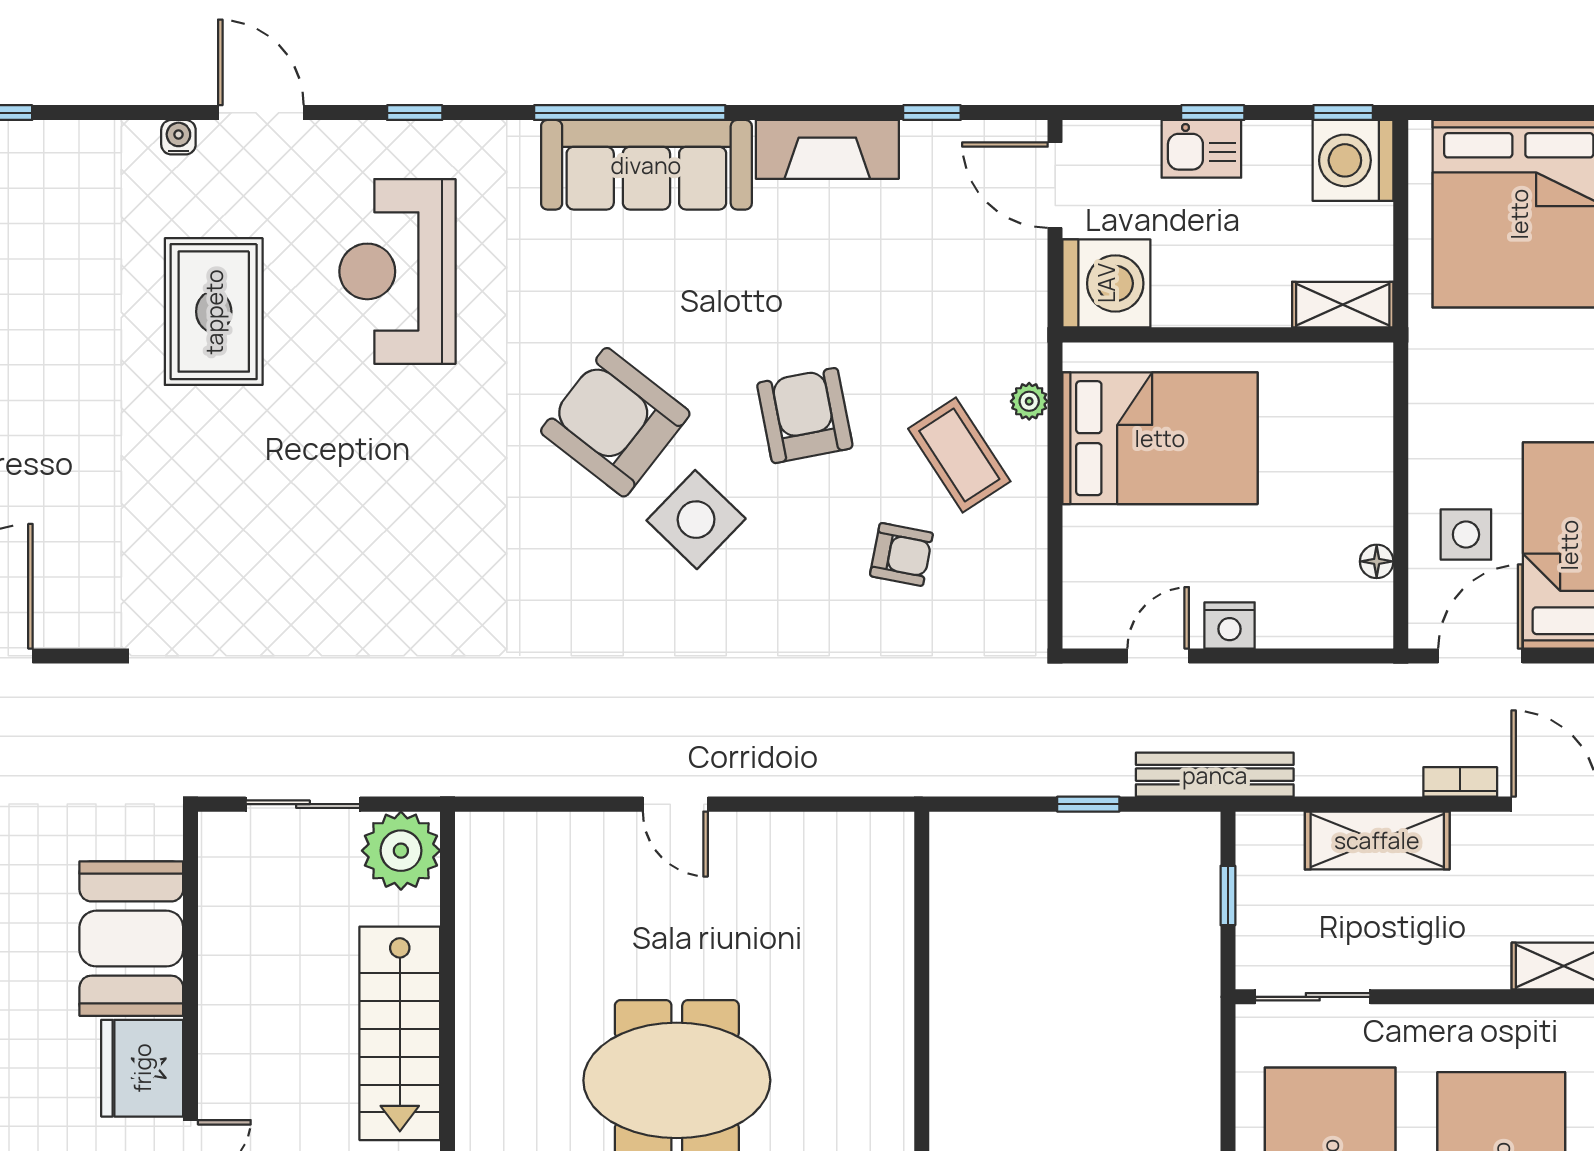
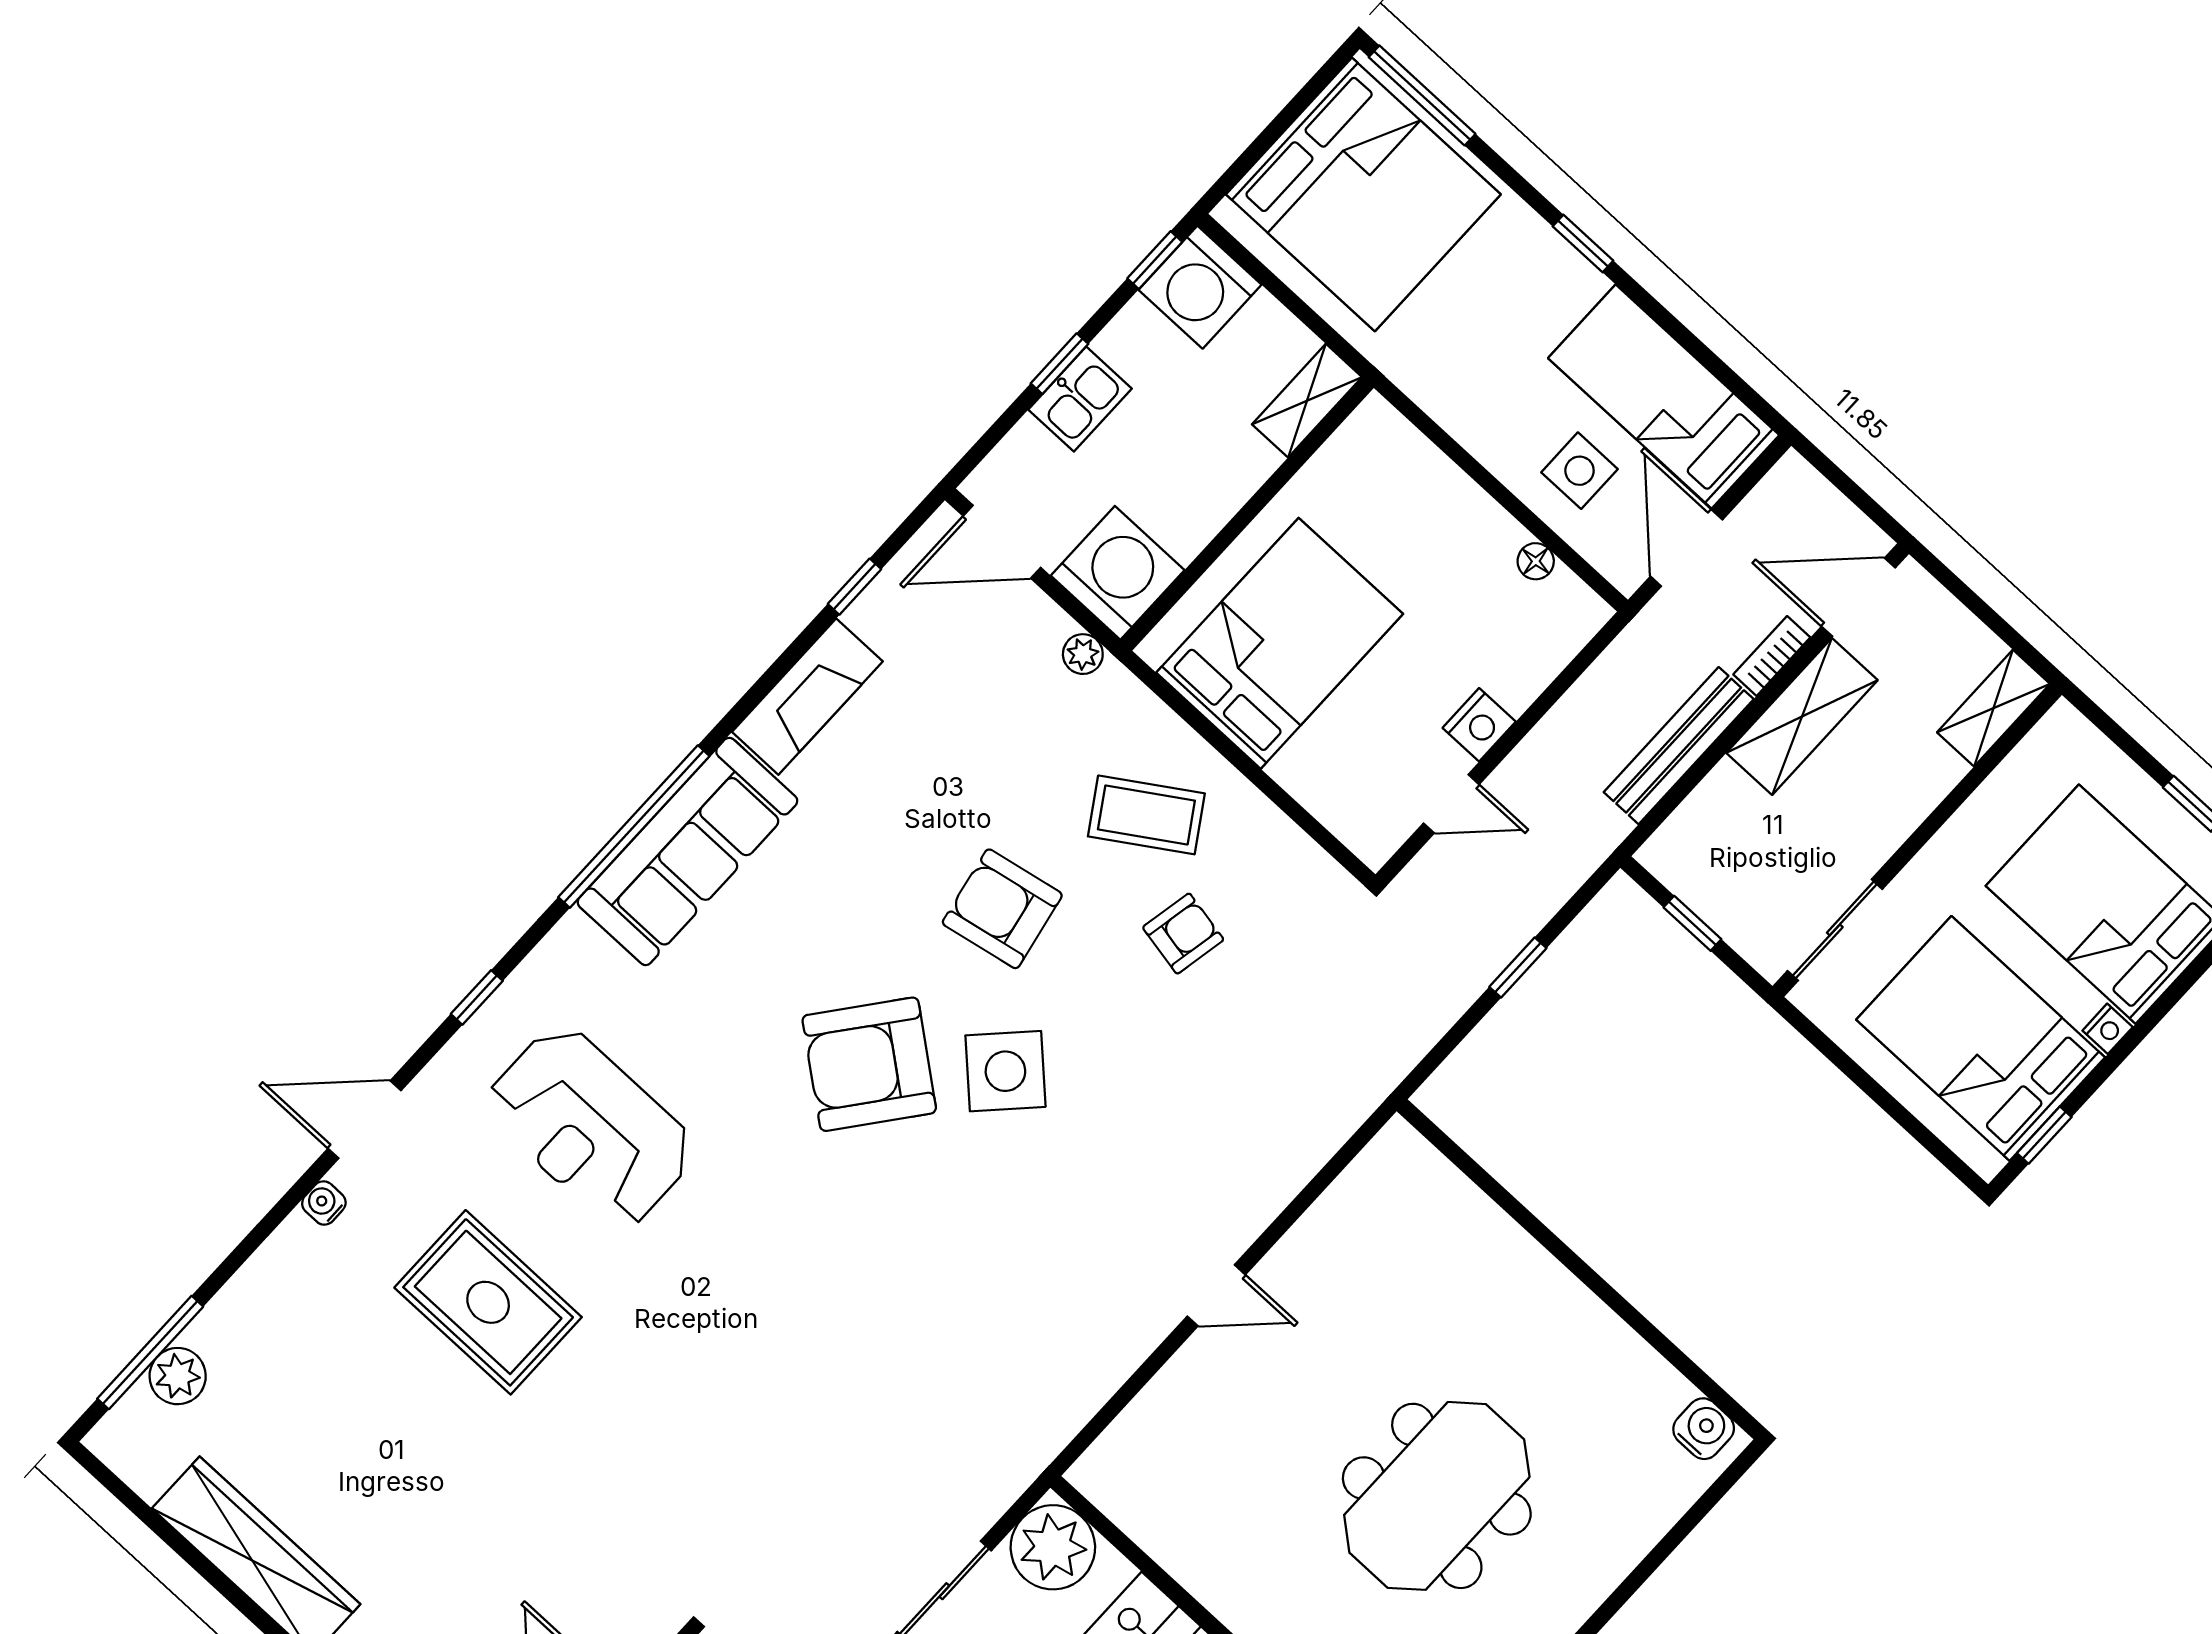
plant: (1029, 401) -> (1083, 654), moved
door: (1158, 656) -> (1451, 804), swing flipped
bench: (1215, 775) -> (1679, 746), moved
shelving: (1377, 840) -> (1802, 716), moved

